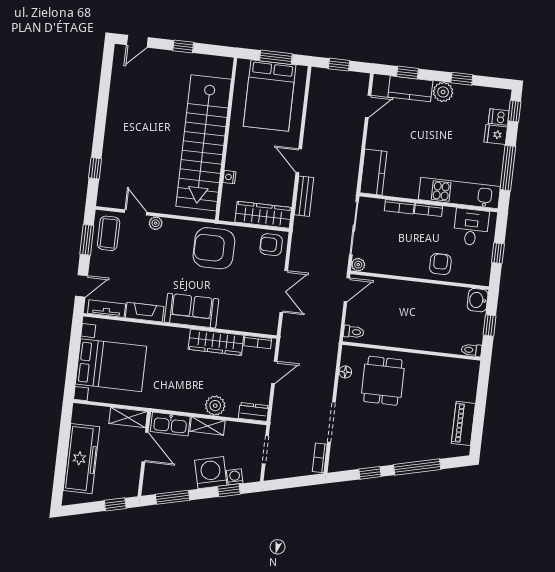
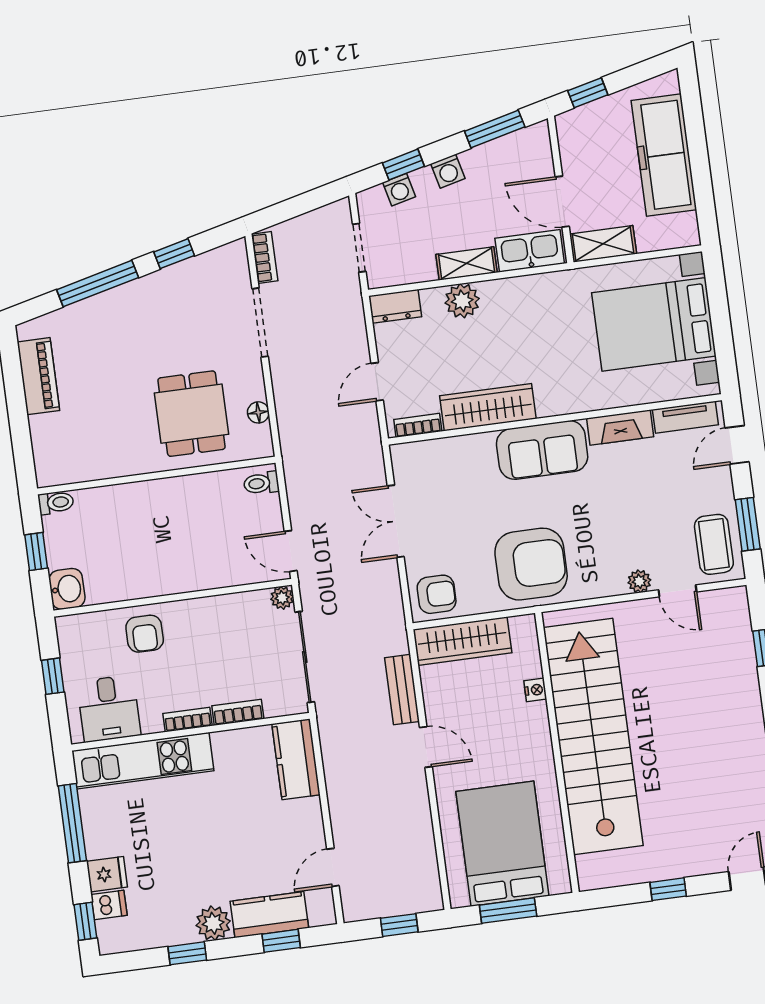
door: (347, 290) -> (291, 551), hinge flipped
washing machine: (211, 473) -> (448, 171), width x0.53, depth x0.53

